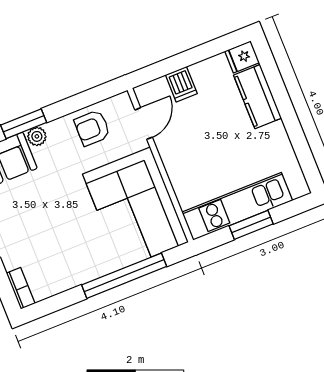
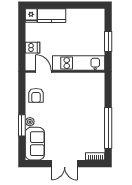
kitchen unit: (237, 206) -> (79, 63), moved, turned 90
corner sofa: (135, 208) -> (80, 90), removed
window: (124, 276) -> (108, 128), moved

